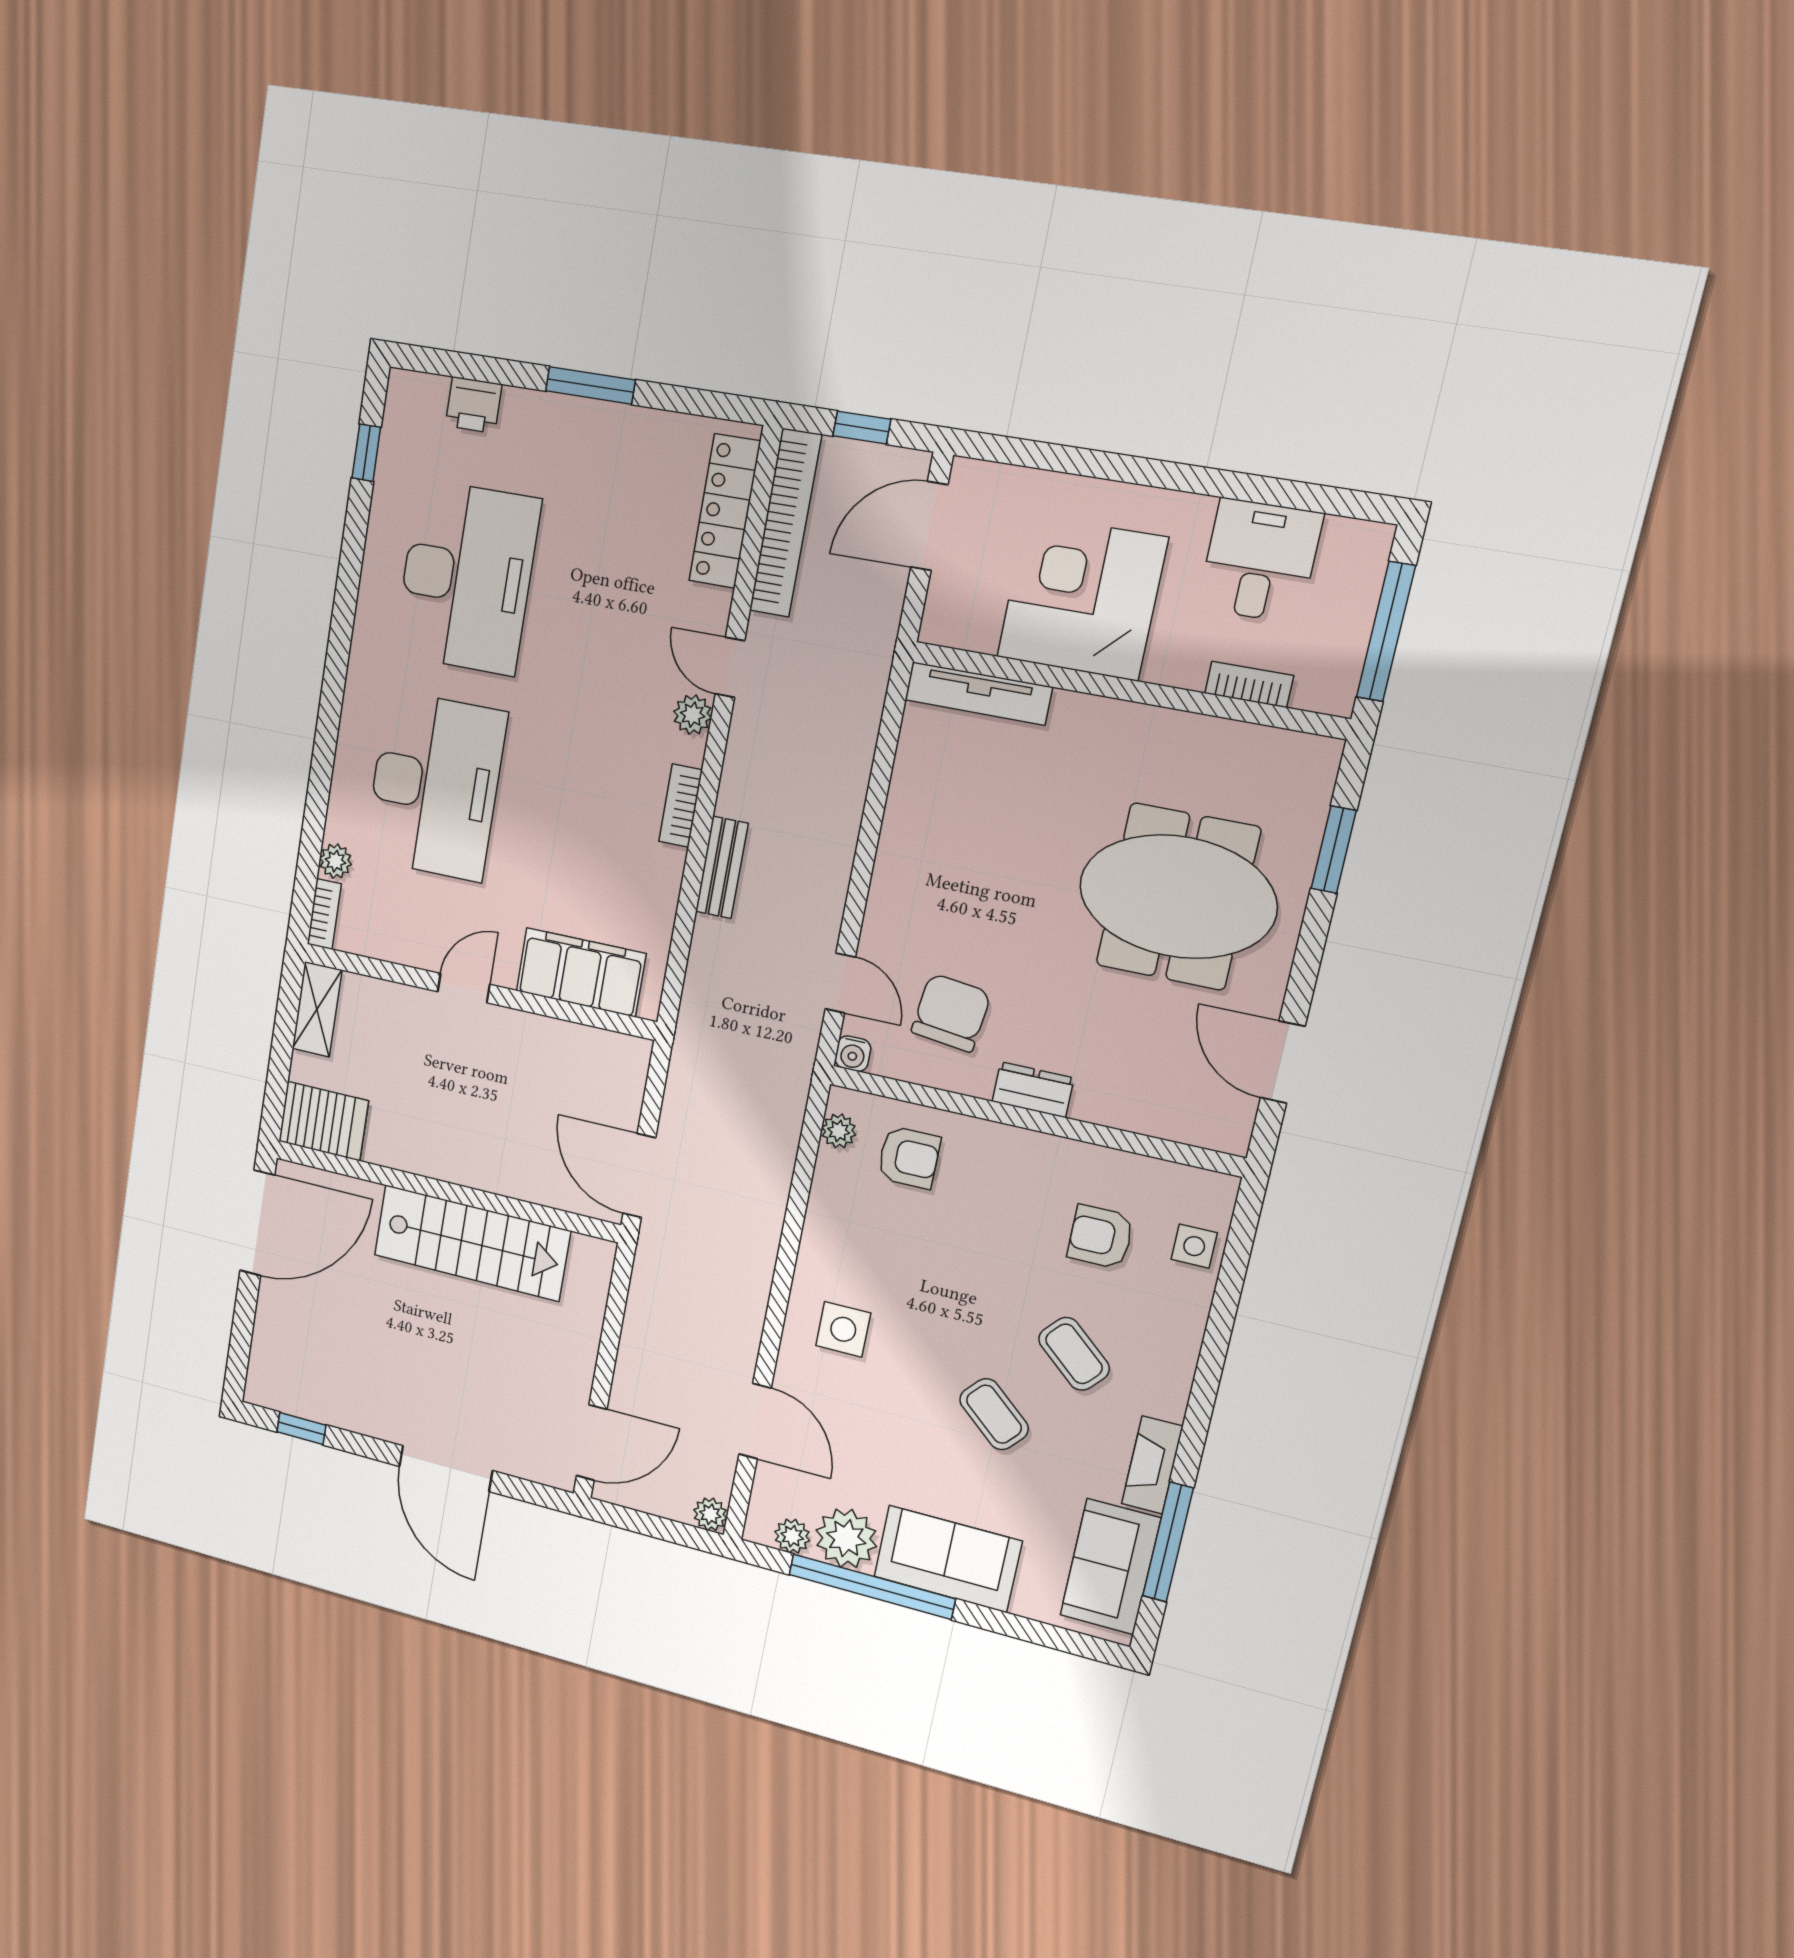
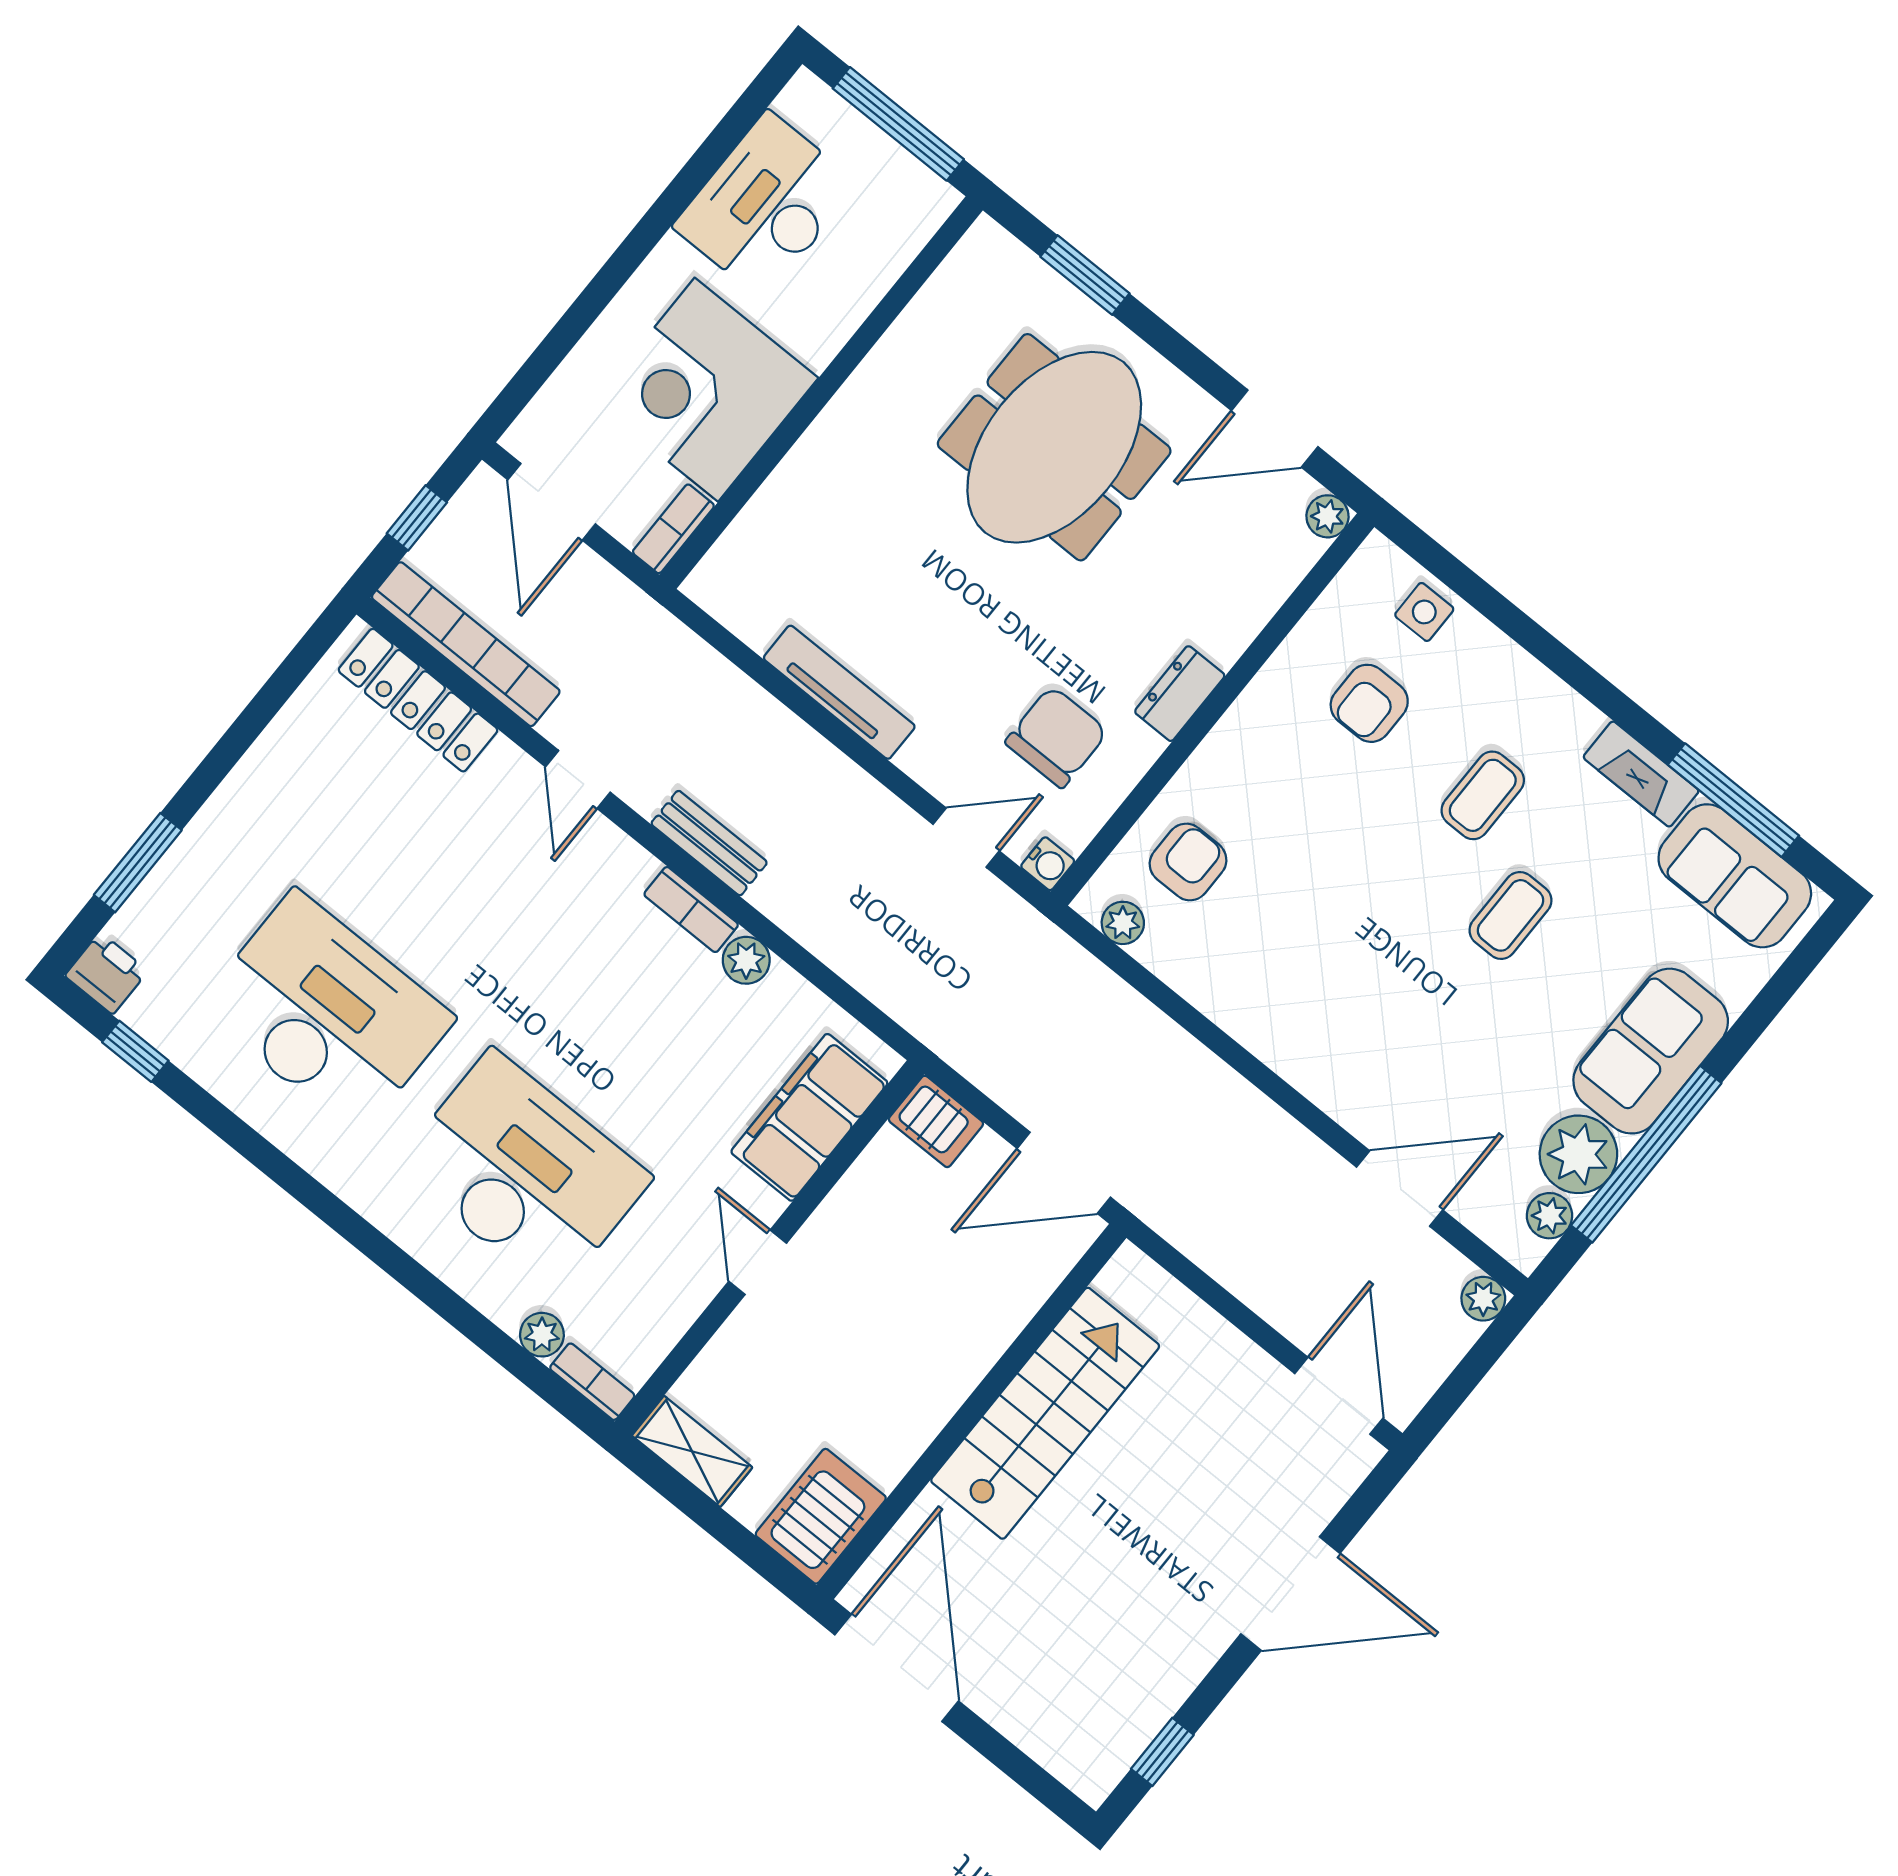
window: (590, 385) -> (138, 863), moved
printer: (474, 405) -> (106, 973), moved, turned -90
desk: (1260, 561) -> (766, 205), width x1.37
door: (730, 667) -> (578, 779), hinge flipped
bookcase: (1249, 684) -> (673, 529), moved
tv unit: (978, 693) -> (839, 692), moved, turned -90
plant: (693, 715) -> (746, 960), moved
bench: (722, 867) -> (709, 843), moved
chair: (951, 1013) -> (1056, 737), turned 83
server rack: (626, 1065) -> (936, 1121), added
plant: (1232, 1137) -> (1327, 516), added
side table: (843, 1329) -> (1342, 1033), removed
coffee table: (1074, 1354) -> (1483, 795), turned -41
coffee table: (994, 1414) -> (1511, 915), turned -41

